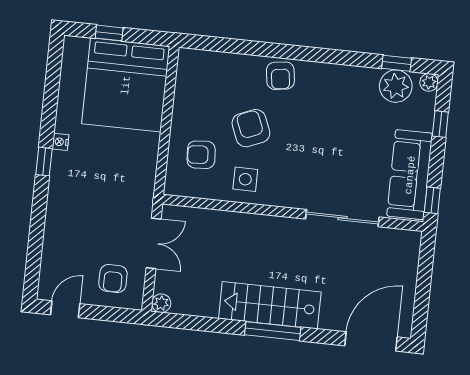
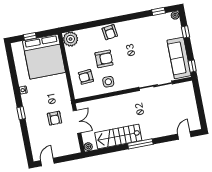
plant: (396, 86) -> (71, 39), moved
armchair: (251, 128) -> (104, 59), turned 112
window: (44, 162) -> (21, 113), moved
armchair: (113, 279) -> (54, 118), moved
stairs: (270, 305) -> (118, 136), moved
door: (371, 341) -> (184, 135), width x0.53

